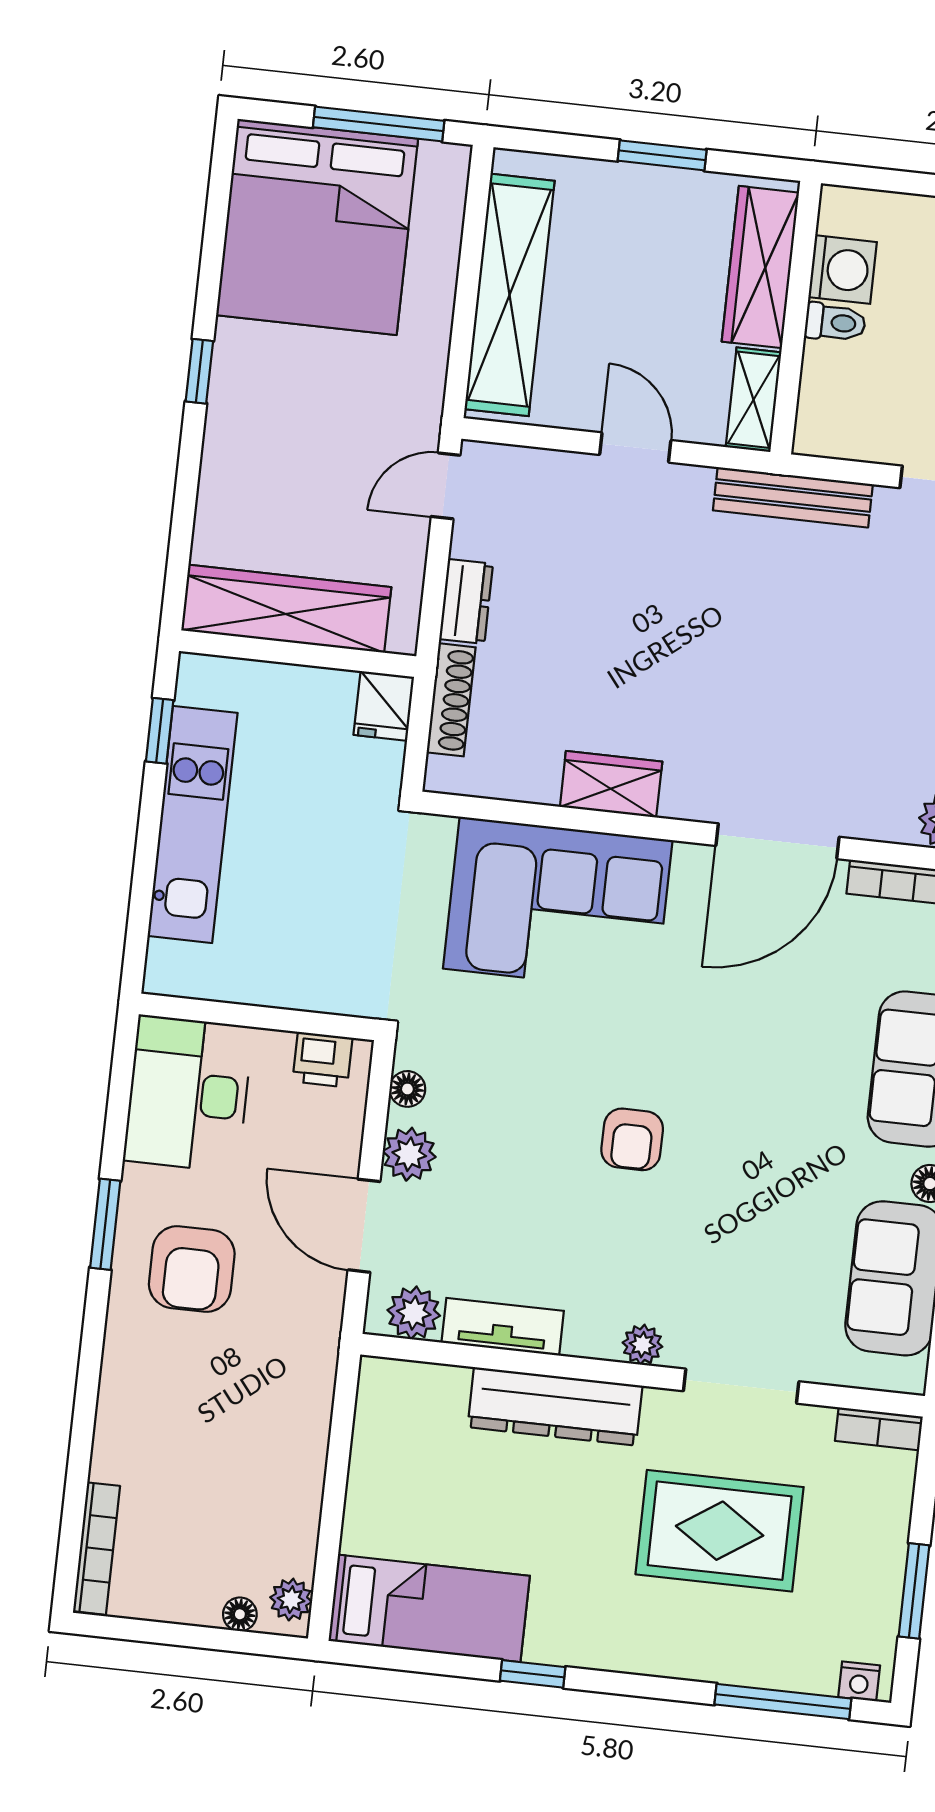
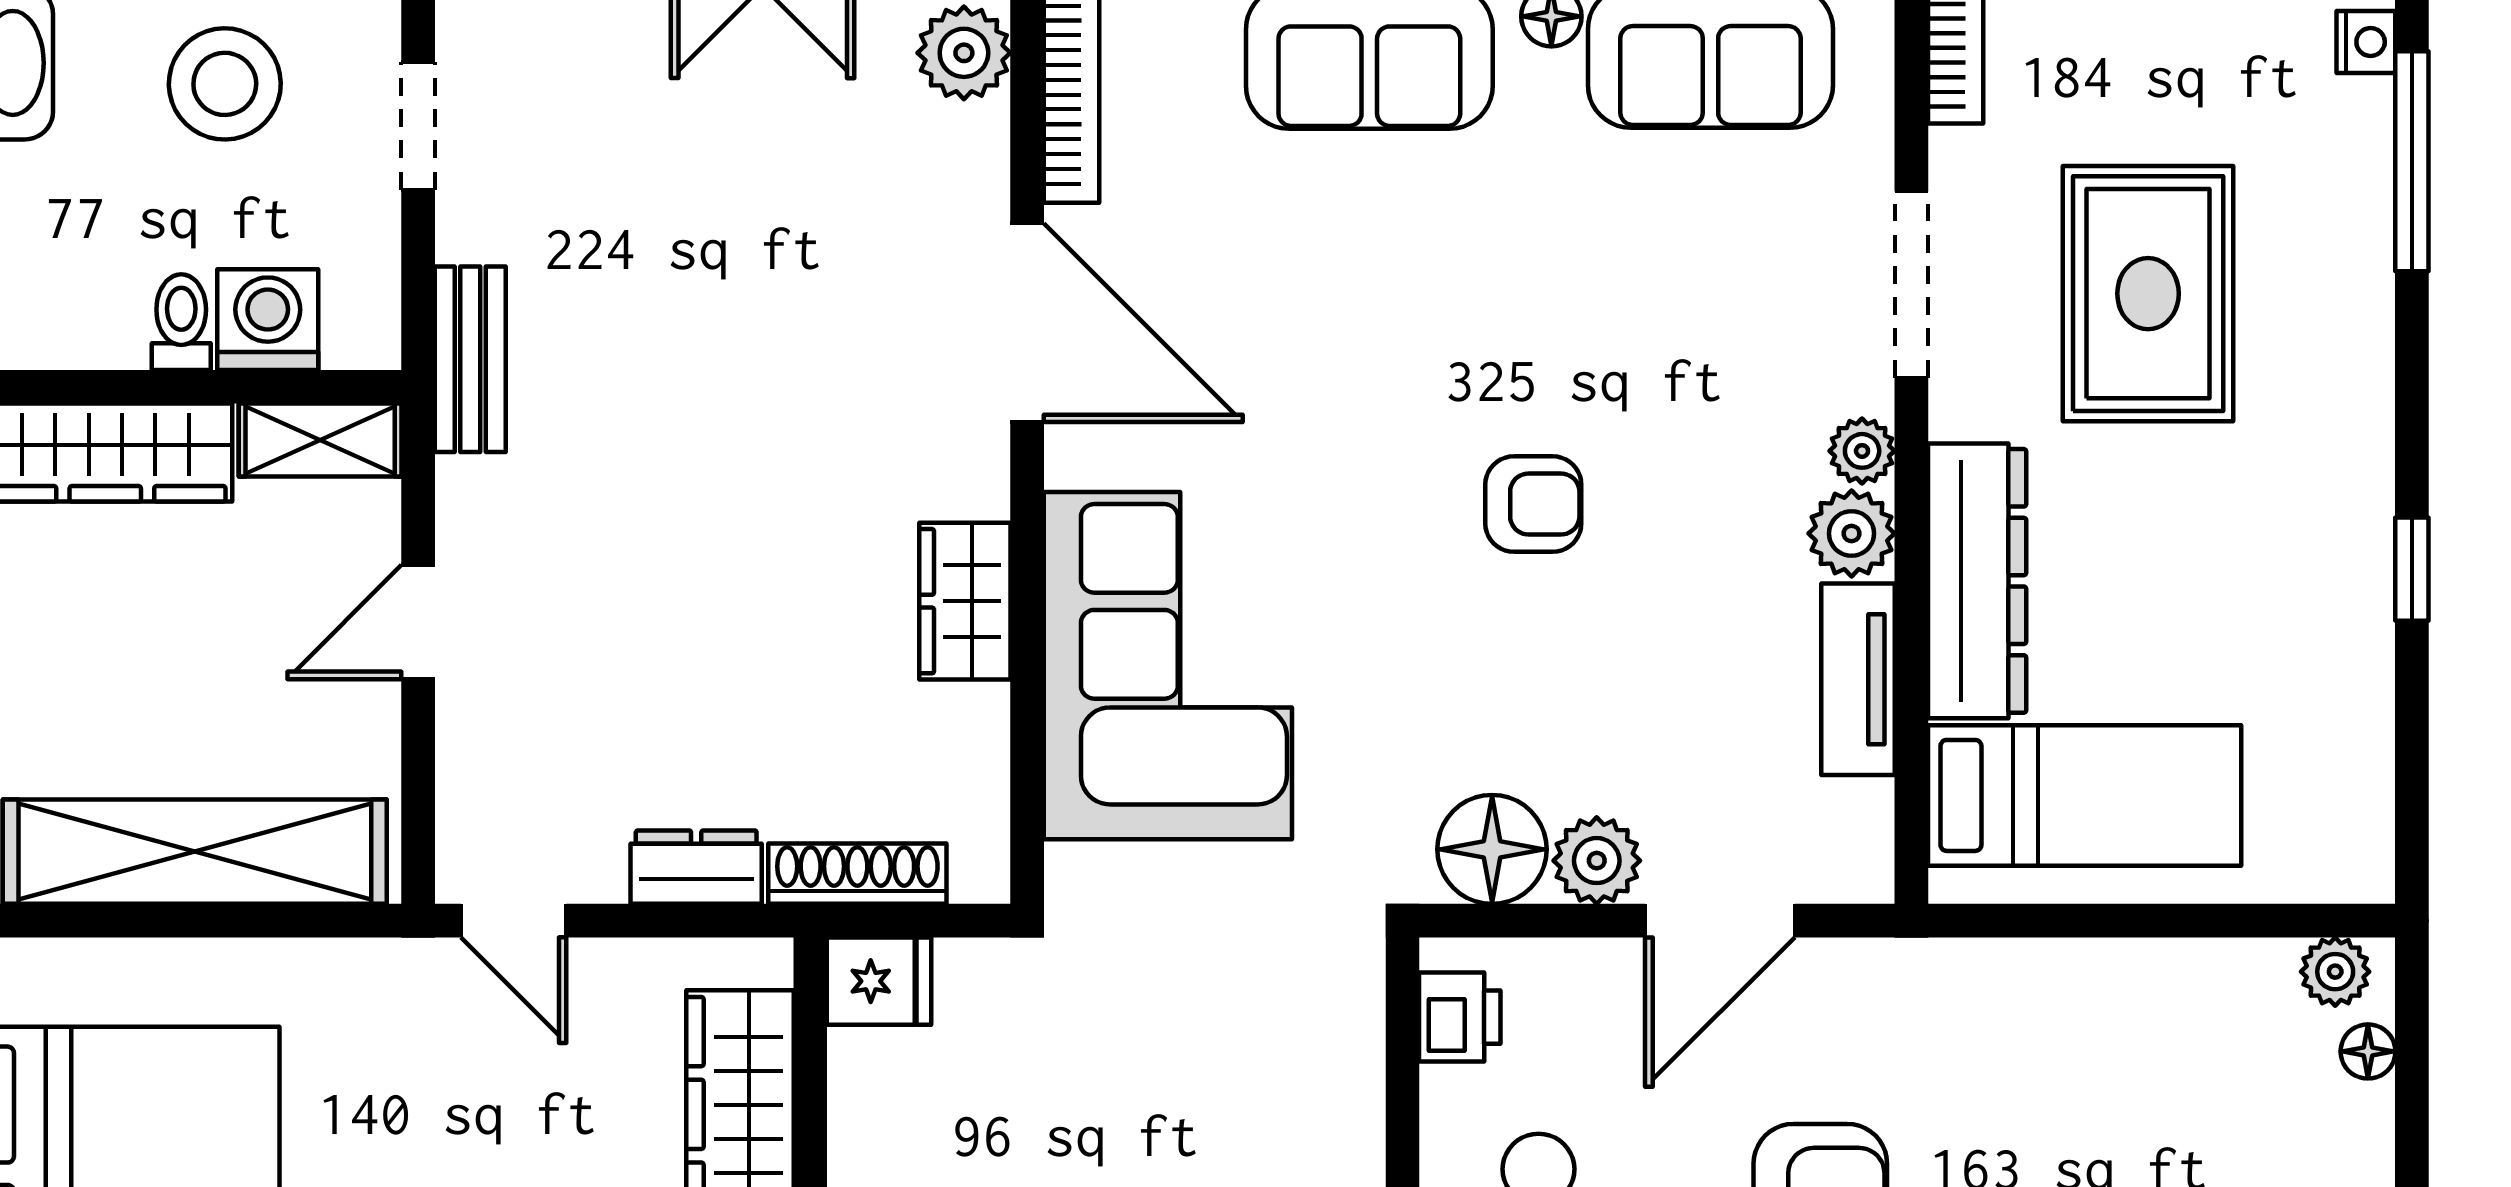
washing machine: (843, 270) -> (268, 320), moved
bench: (793, 497) -> (470, 359), width x0.73
floor lamp: (407, 1089) -> (1492, 849), width x1.89, depth x1.89
plant: (414, 1313) -> (1852, 533), moved
bed: (429, 1608) -> (2085, 795), moved, turned 90

